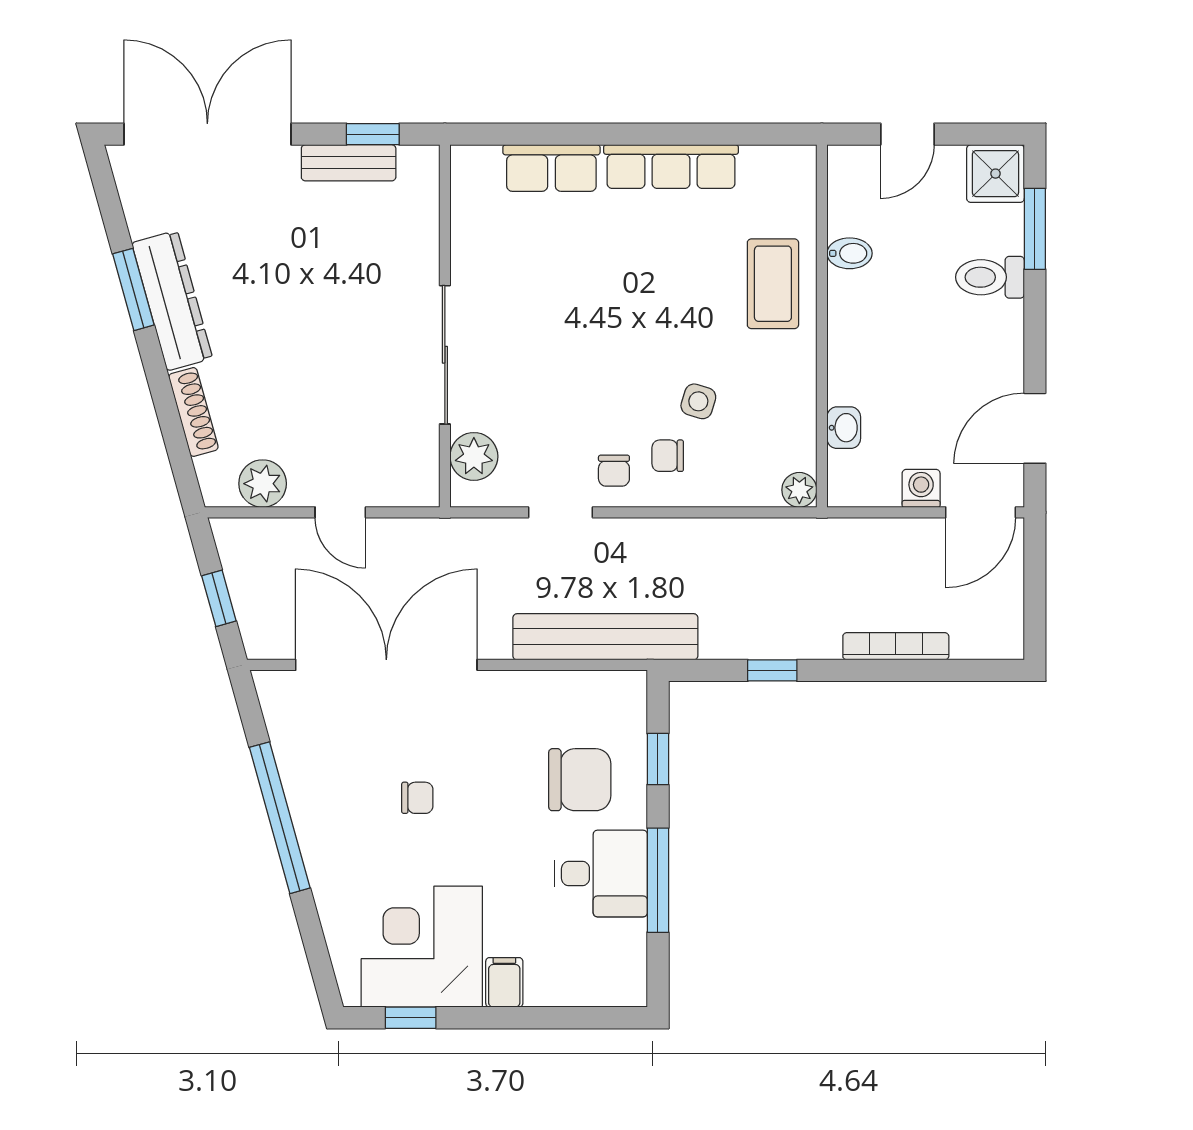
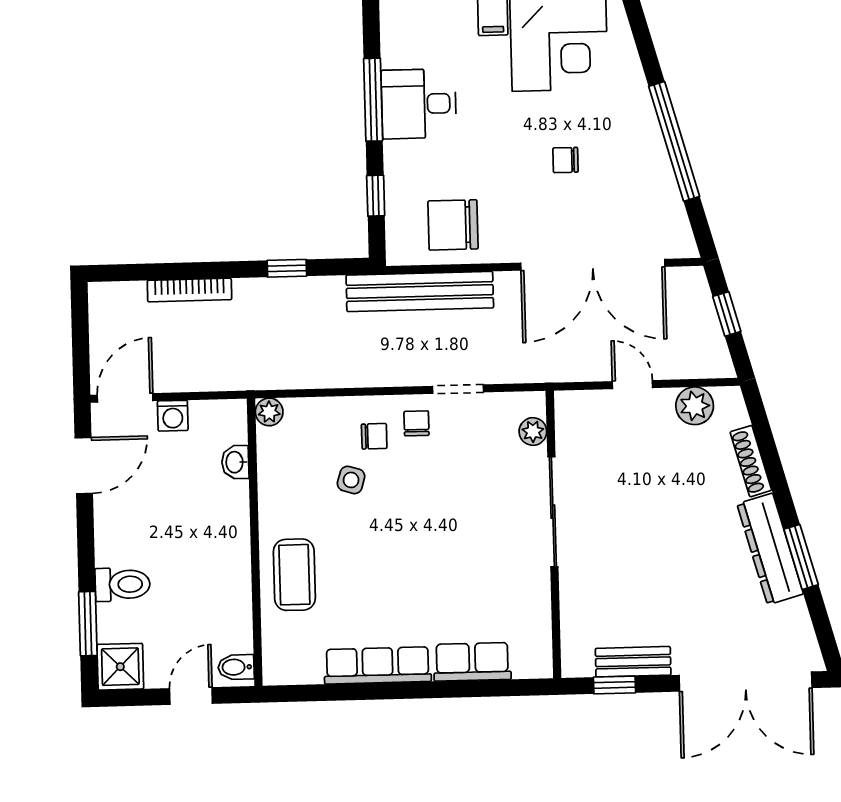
bidet: (850, 253) -> (236, 667), moved
plant: (474, 456) -> (533, 431), width x0.73, depth x0.73
chair: (580, 780) -> (453, 225), moved

